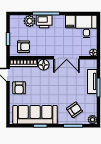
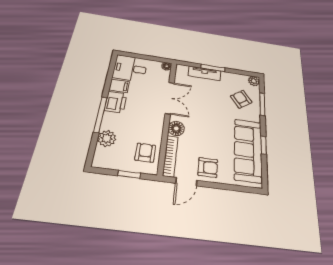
printer: (44, 22) -> (116, 102), moved

